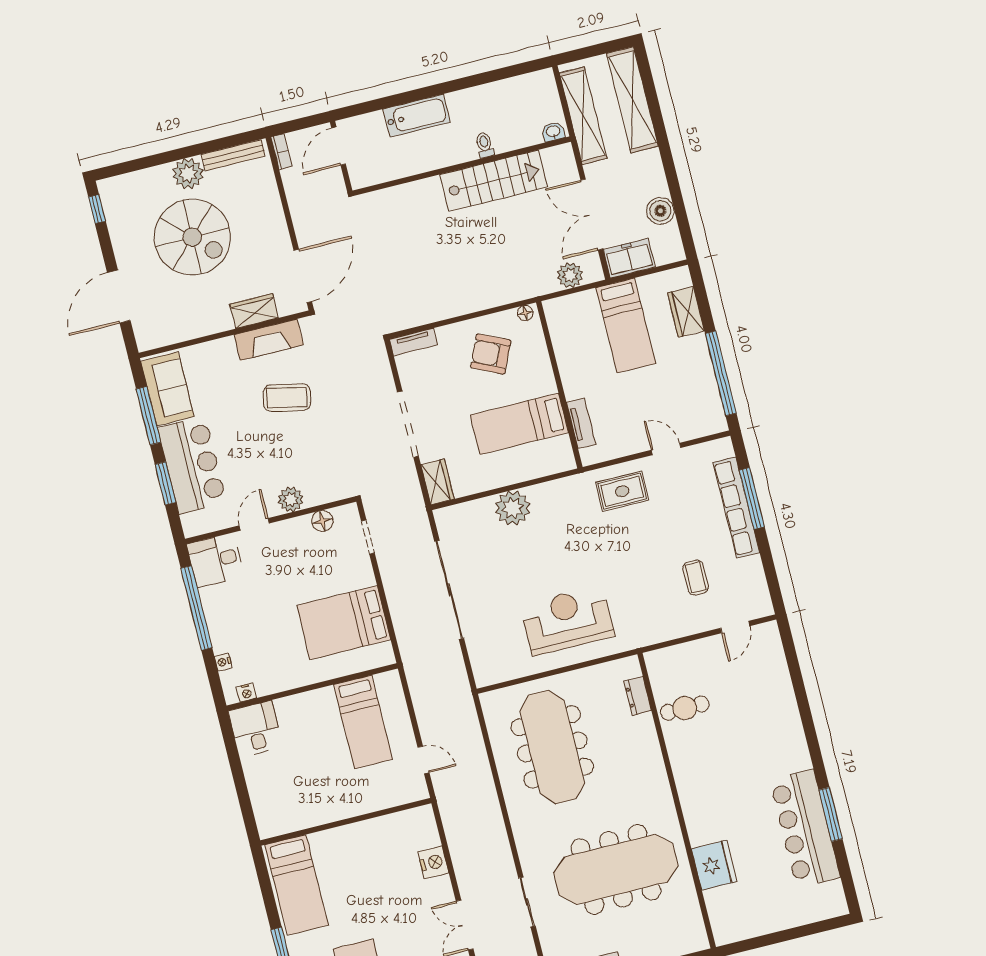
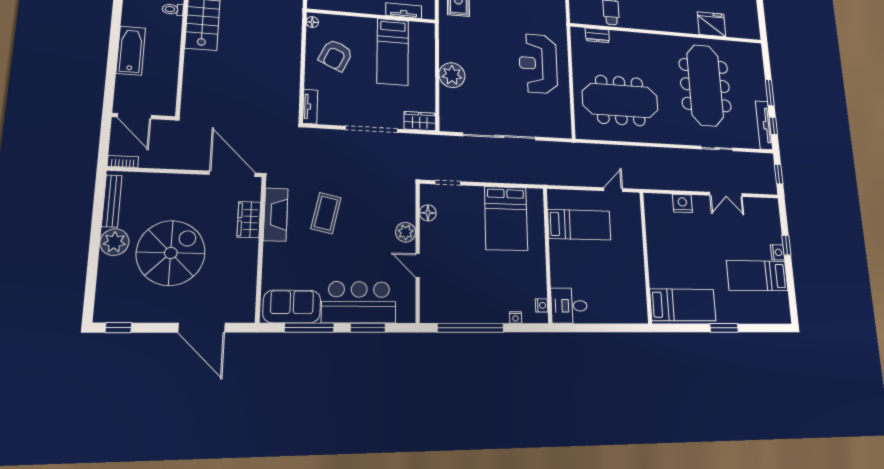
desk: (215, 560) -> (438, 303), removed

